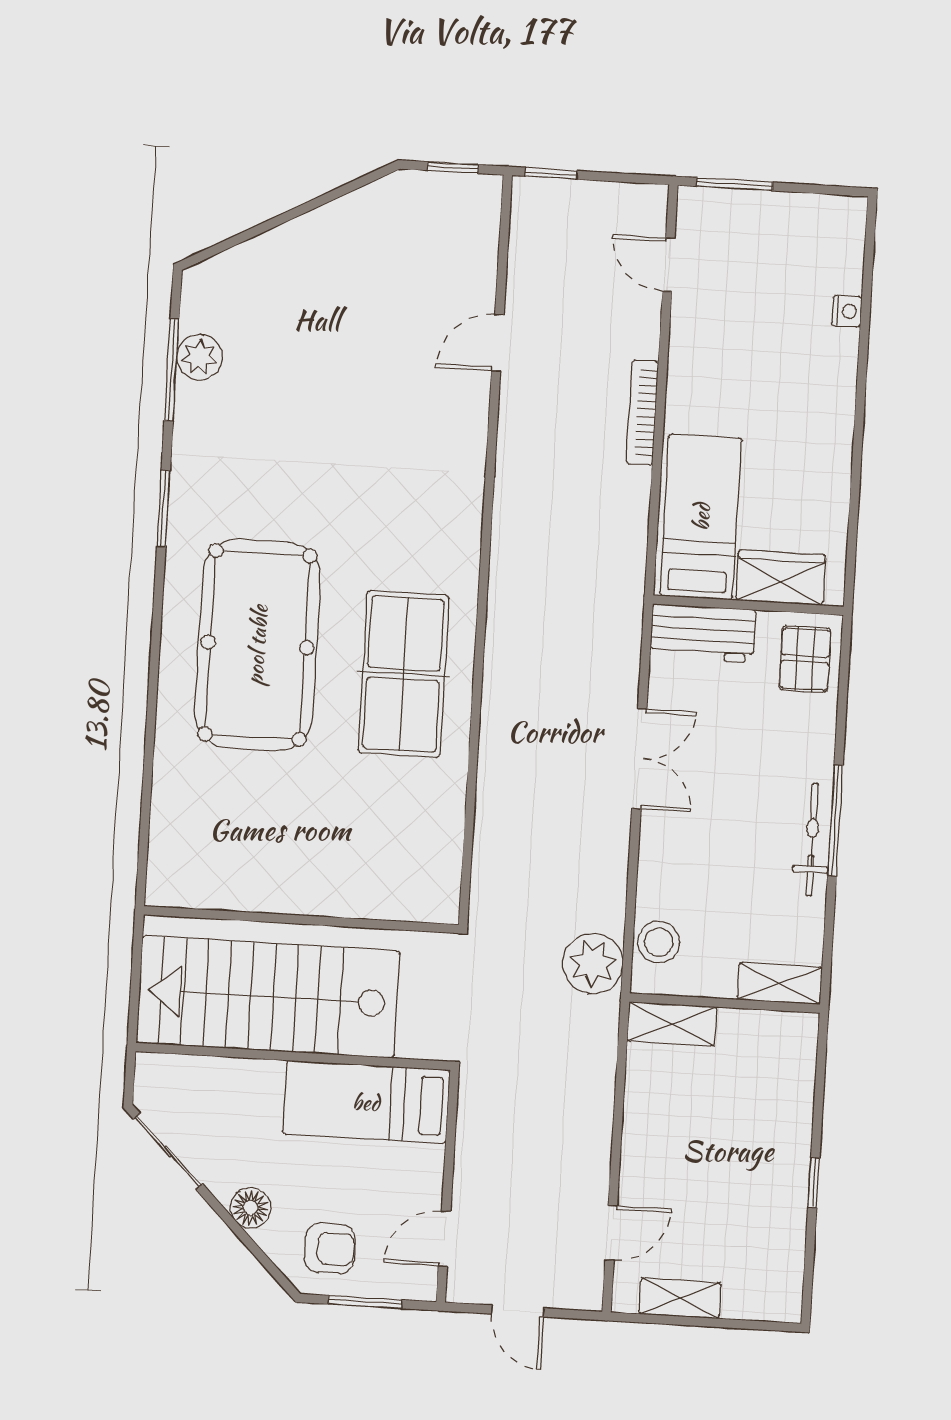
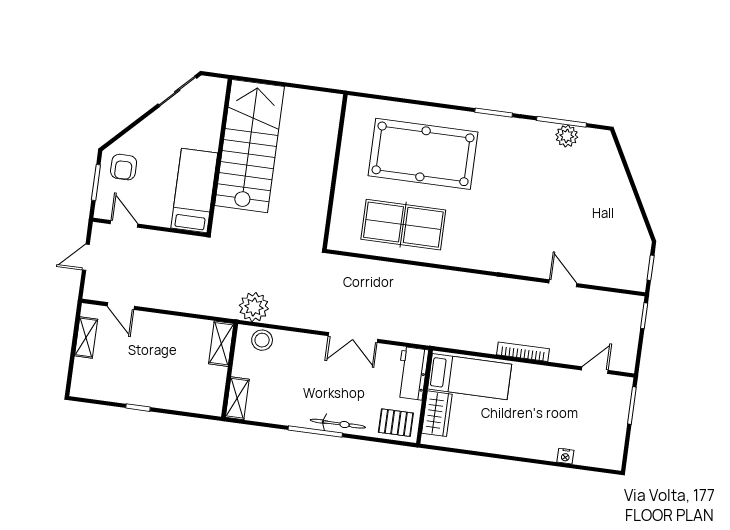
bicycle: (812, 840) -> (338, 424), moved
wall: (301, 920) -> (335, 172), moved
floor lamp: (251, 1208) -> (146, 130), removed

